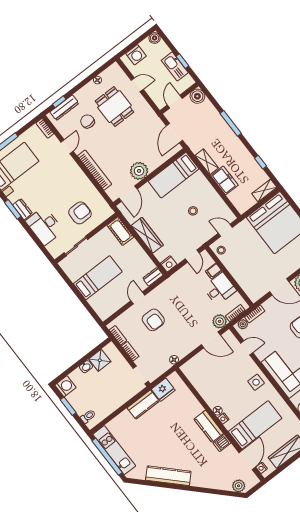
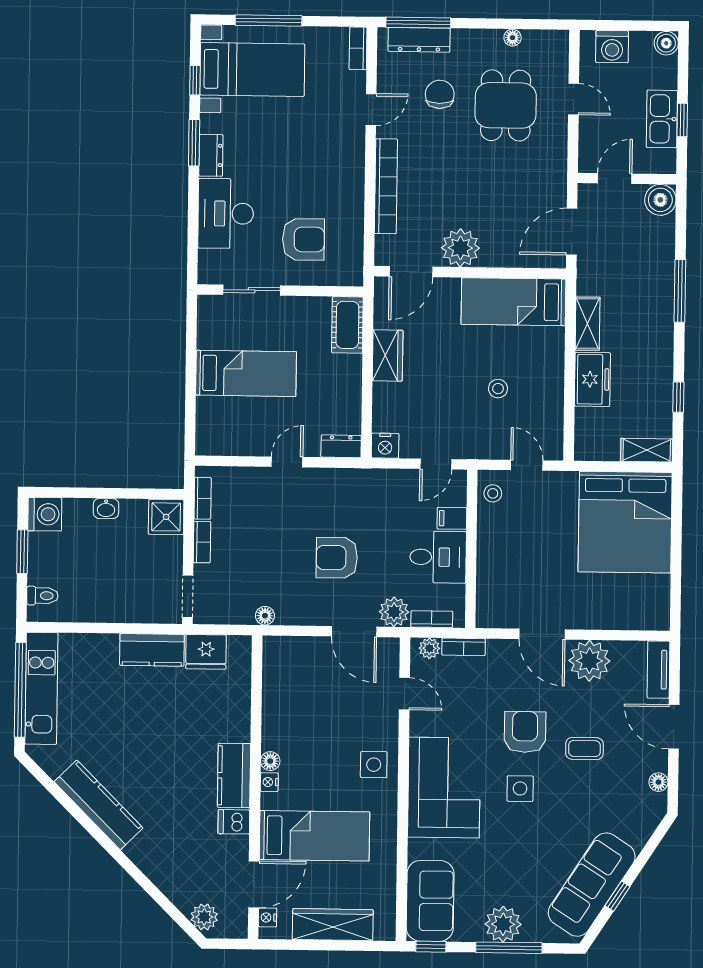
window: (59, 102) -> (418, 23), width x2.17
wardrobe: (147, 235) -> (388, 355), width x0.67
armchair: (153, 320) -> (337, 558), moved, turned 90
shower: (100, 360) -> (166, 517), moved

